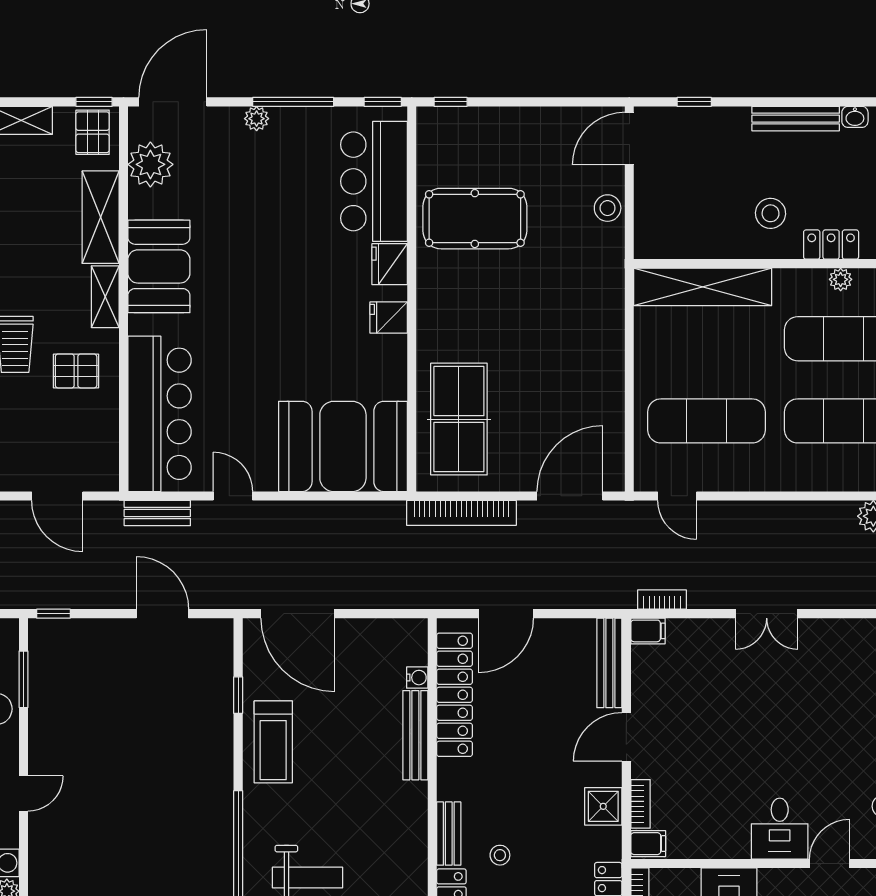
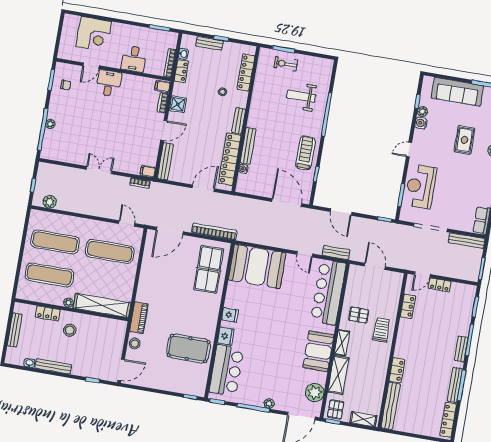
piano: (608, 272) -> (139, 318), added
plant: (841, 279) -> (68, 303), moved
bench: (449, 834) -> (239, 121), moved

